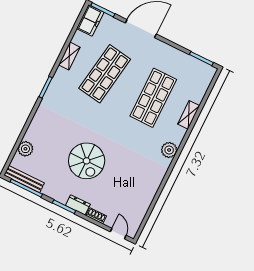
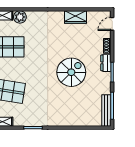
plant: (25, 149) -> (84, 120), removed
plant: (169, 150) -> (20, 17), moved
wardrobe: (146, 196) -> (76, 17), added

